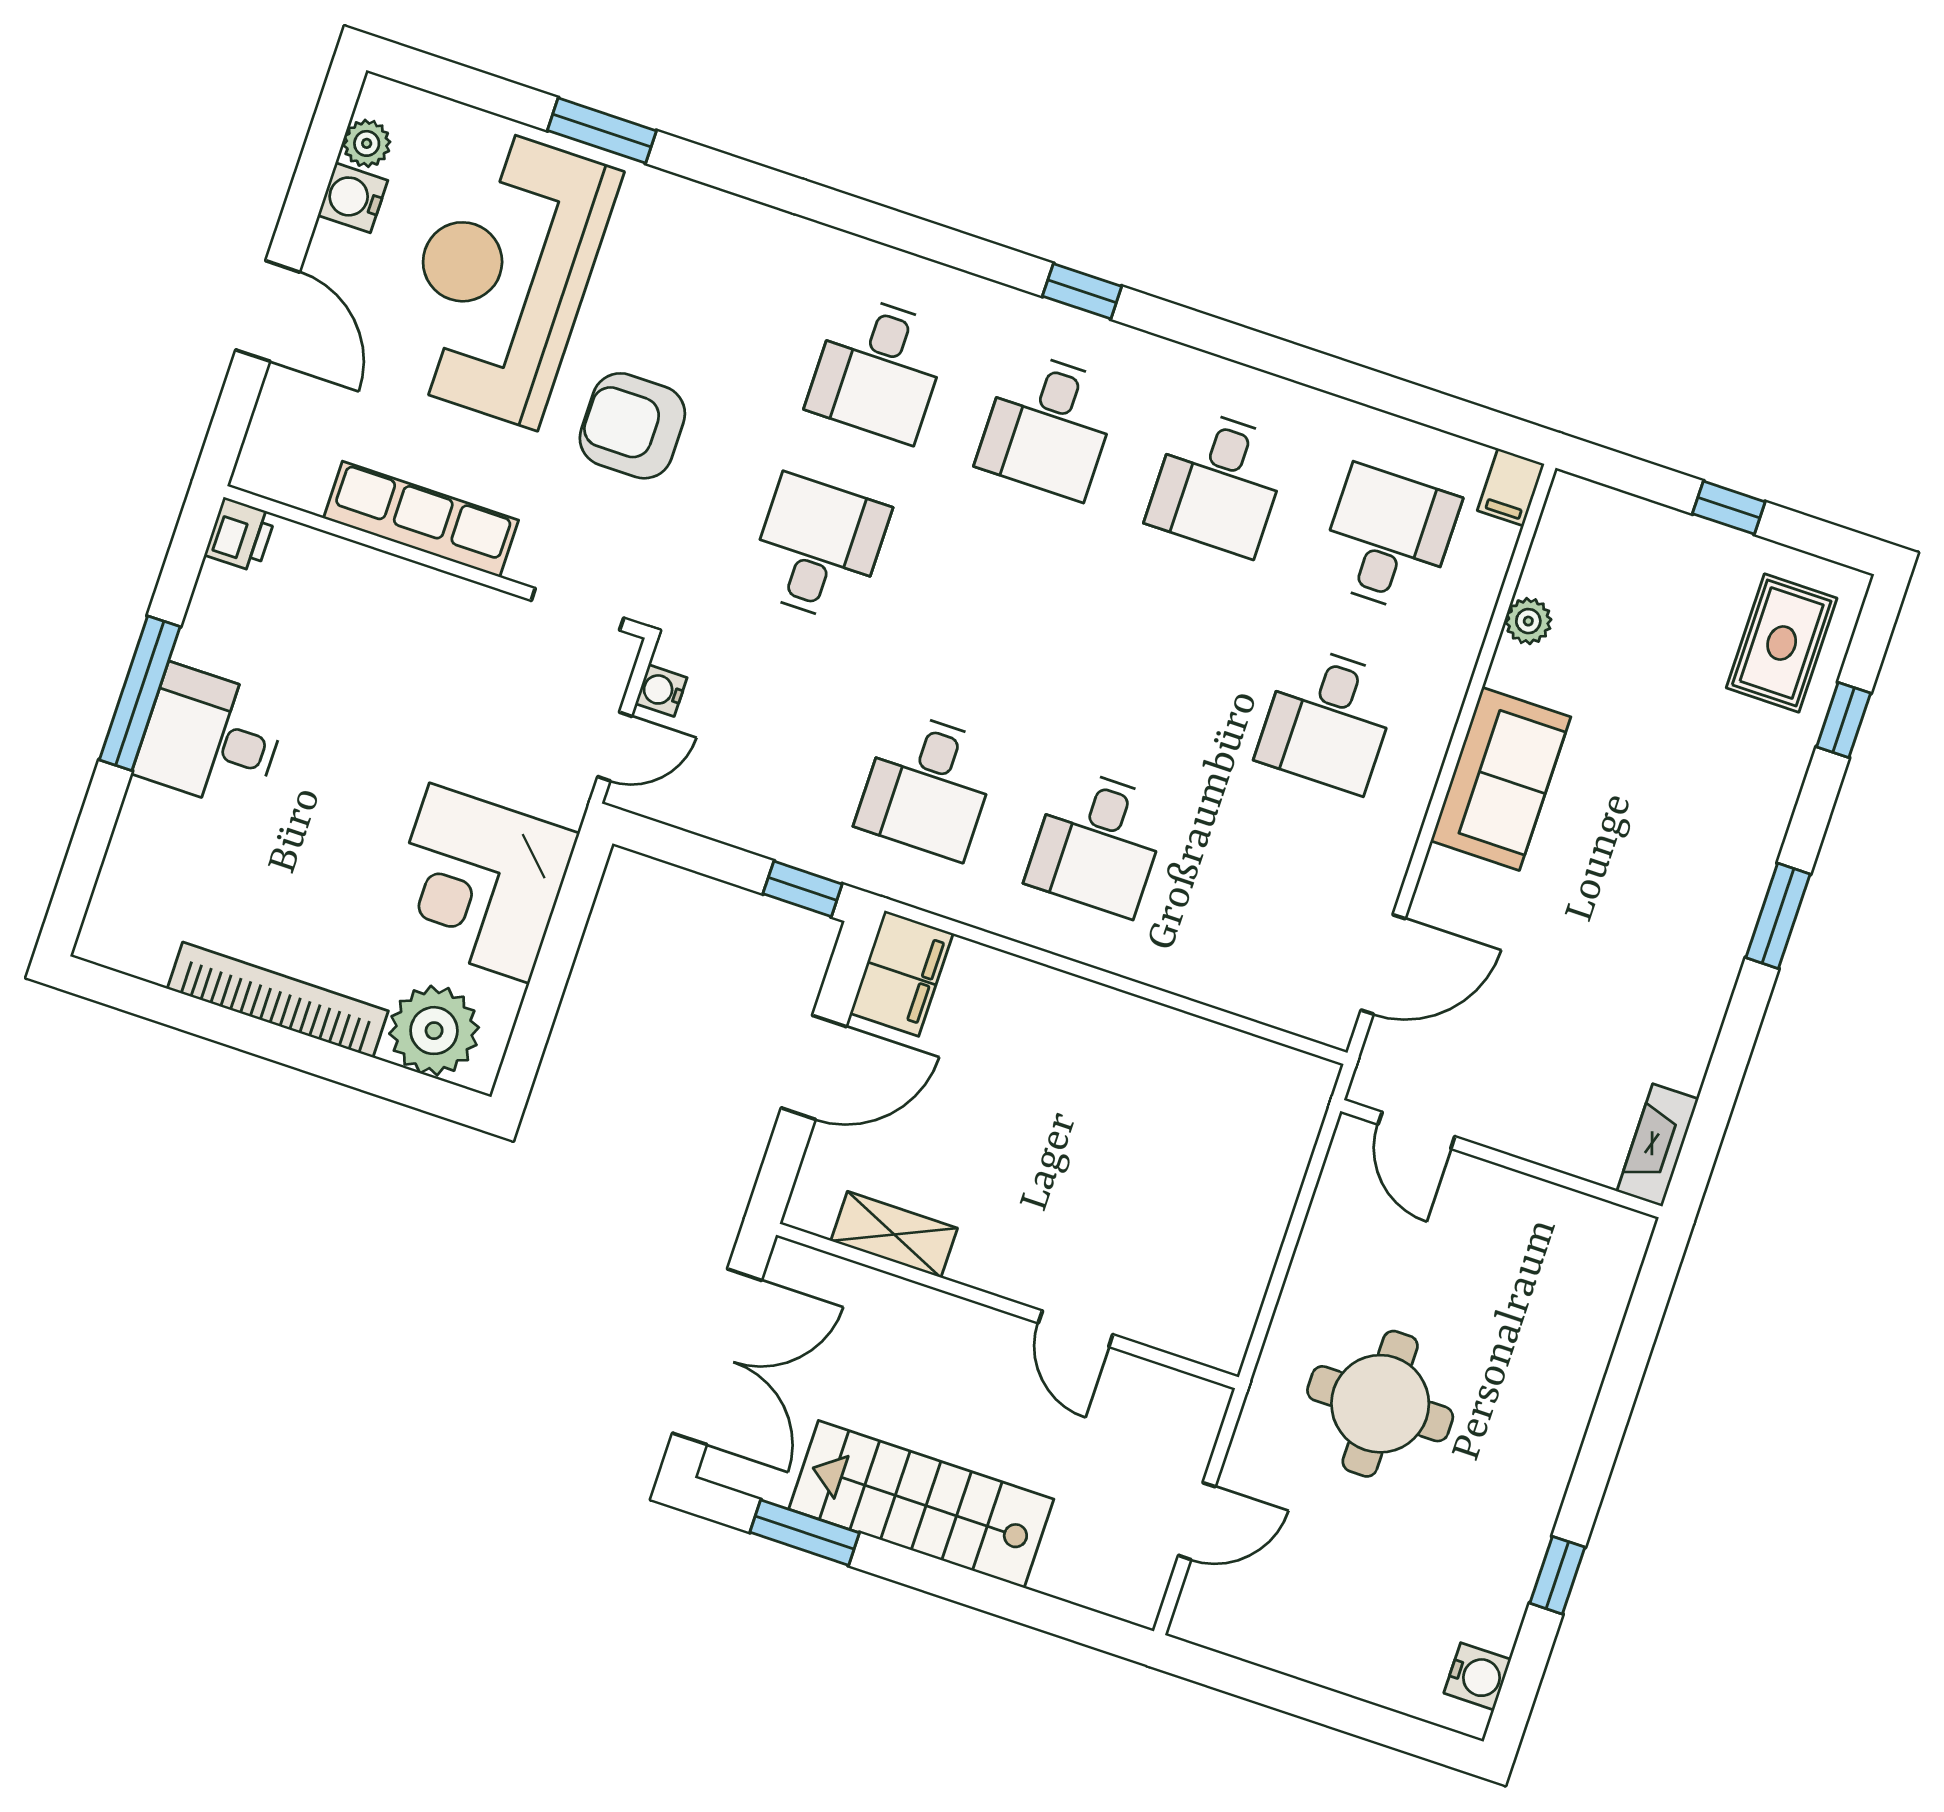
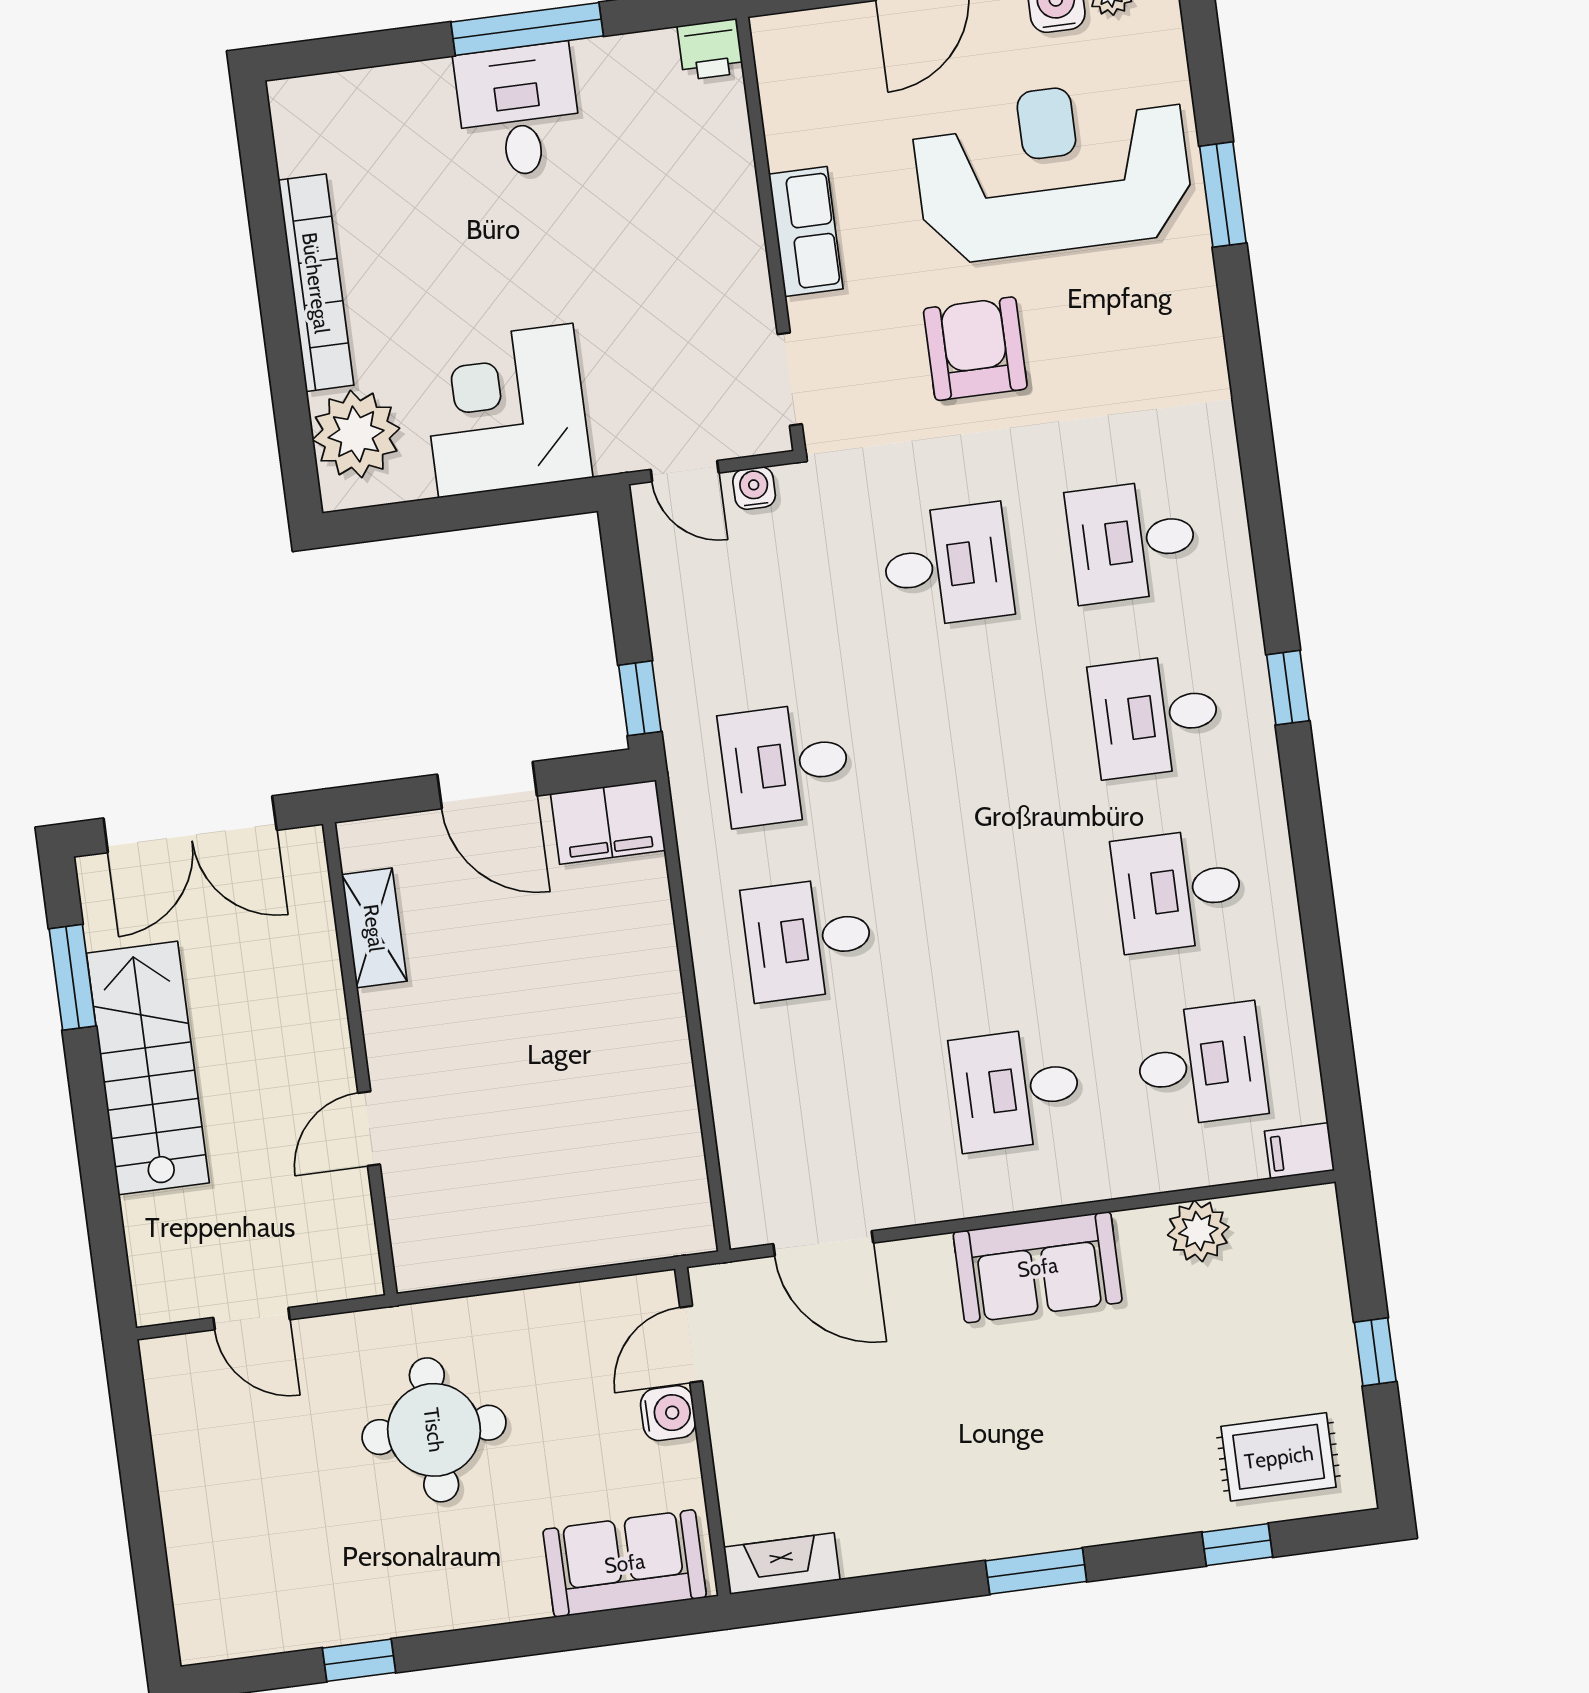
row of seats: (421, 519) -> (806, 231), width x0.68
plant: (1528, 621) -> (1198, 1231), width x1.38, depth x1.38
sofa: (1587, 1289) -> (625, 1563), added
water cooler: (1477, 1676) -> (668, 1413), moved, turned -90

